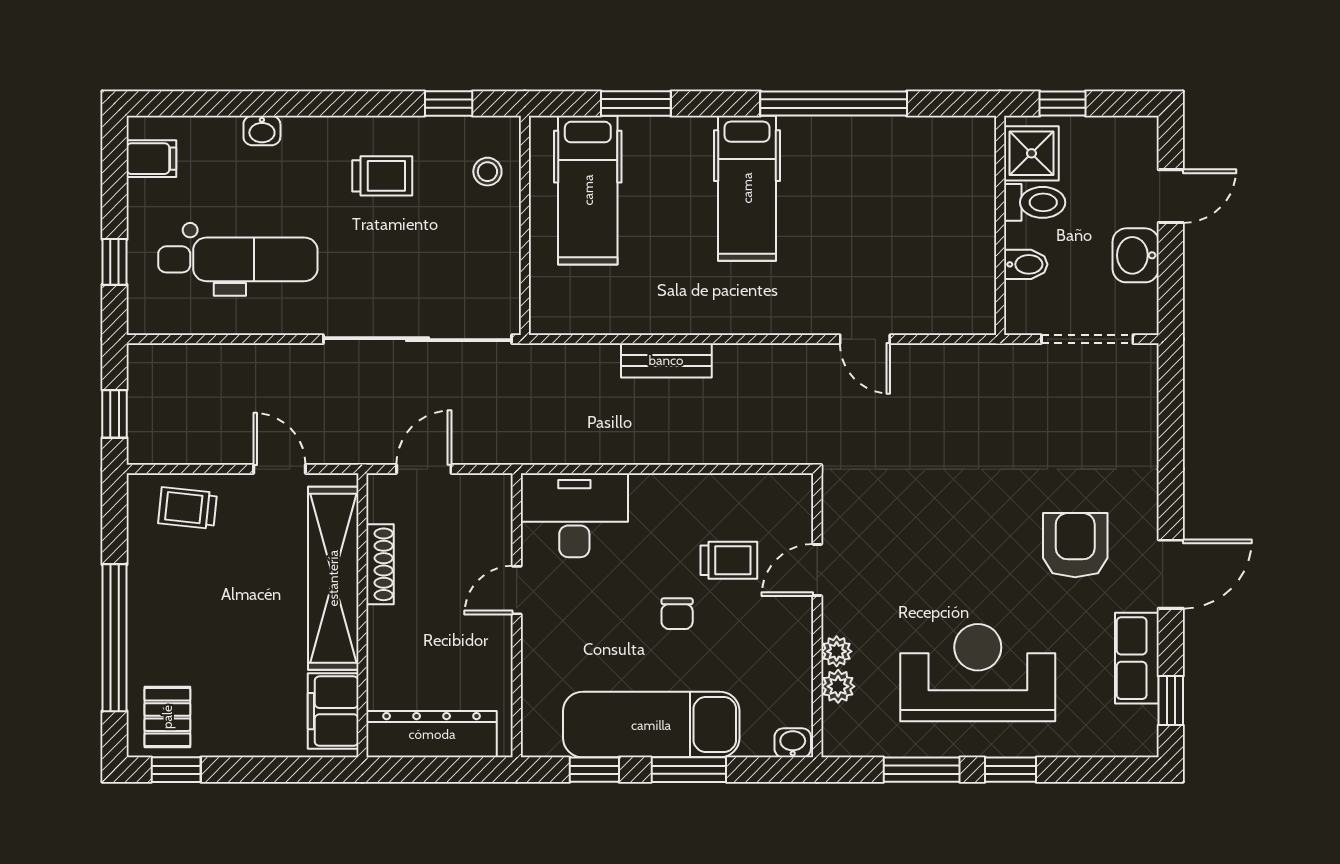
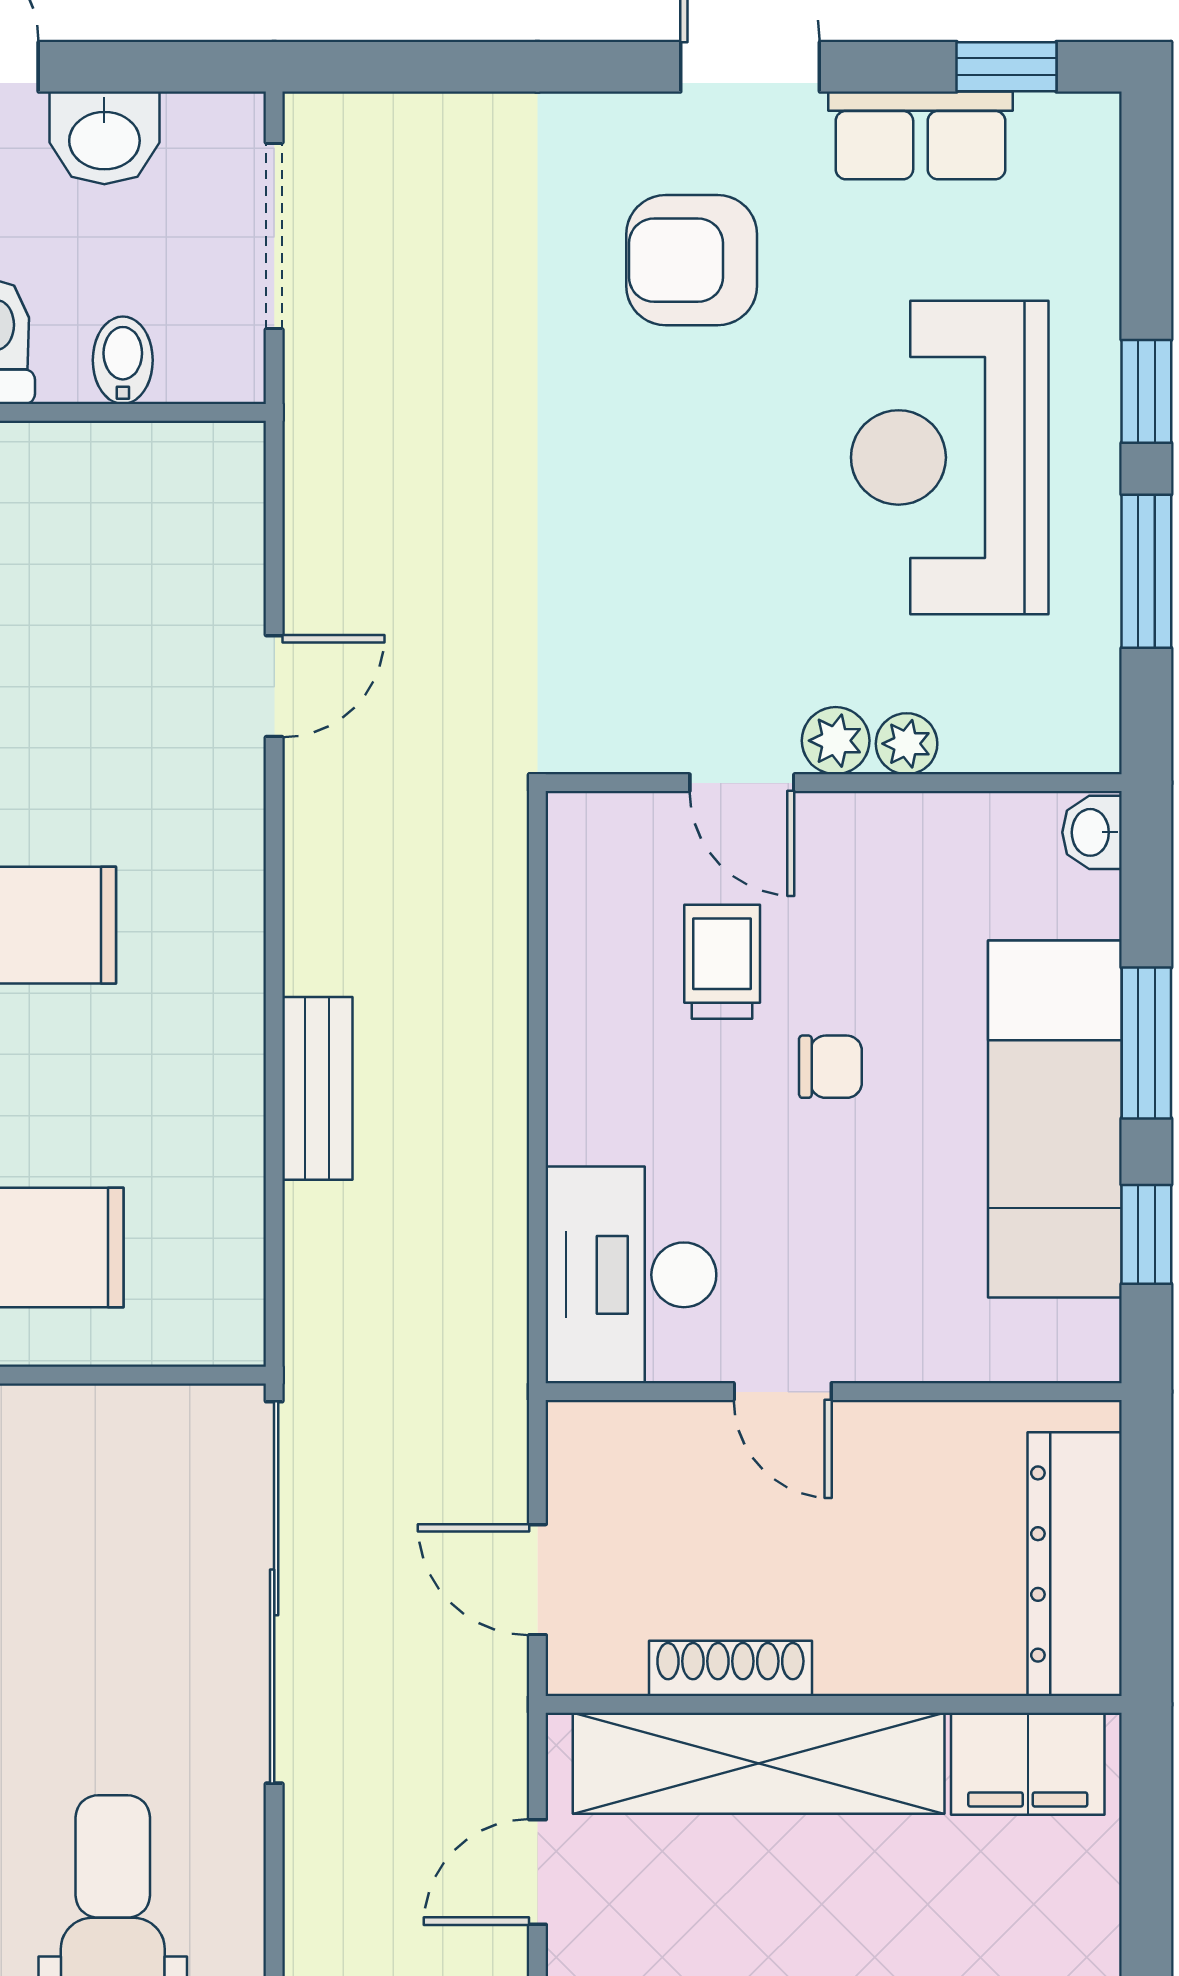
plant: (838, 686) -> (836, 741), moved

